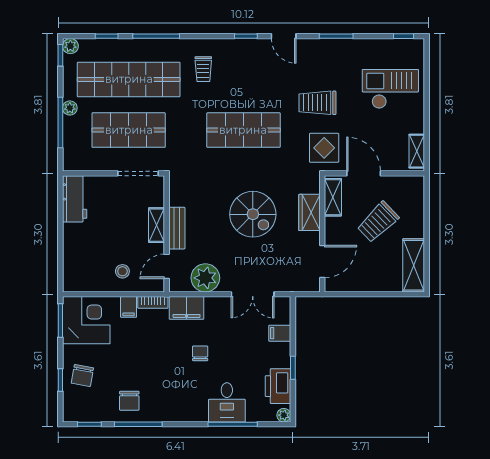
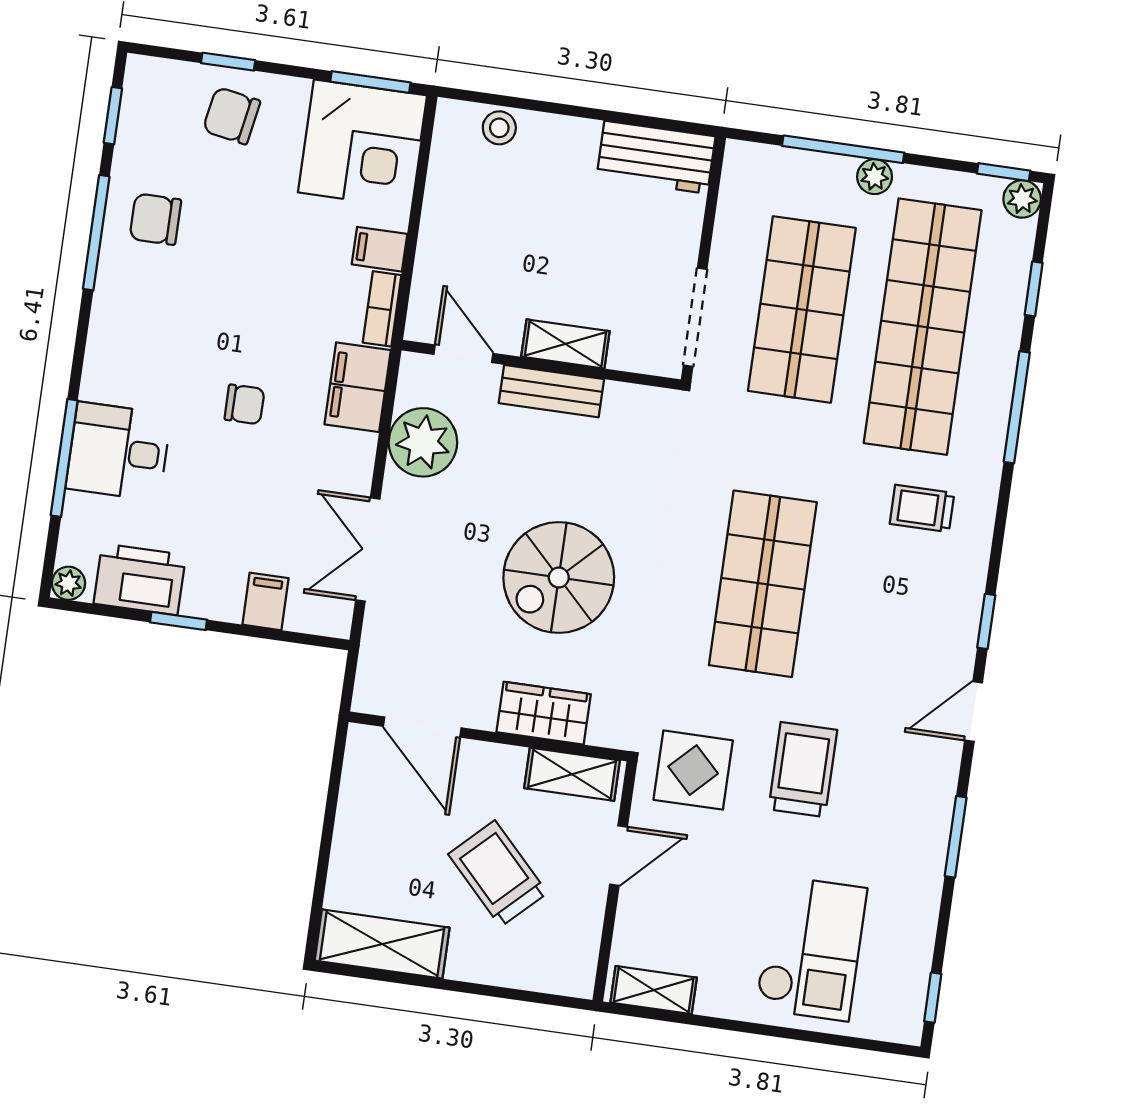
door: (364, 173) -> (619, 856), width x0.73
stool: (122, 271) -> (499, 128), moved

